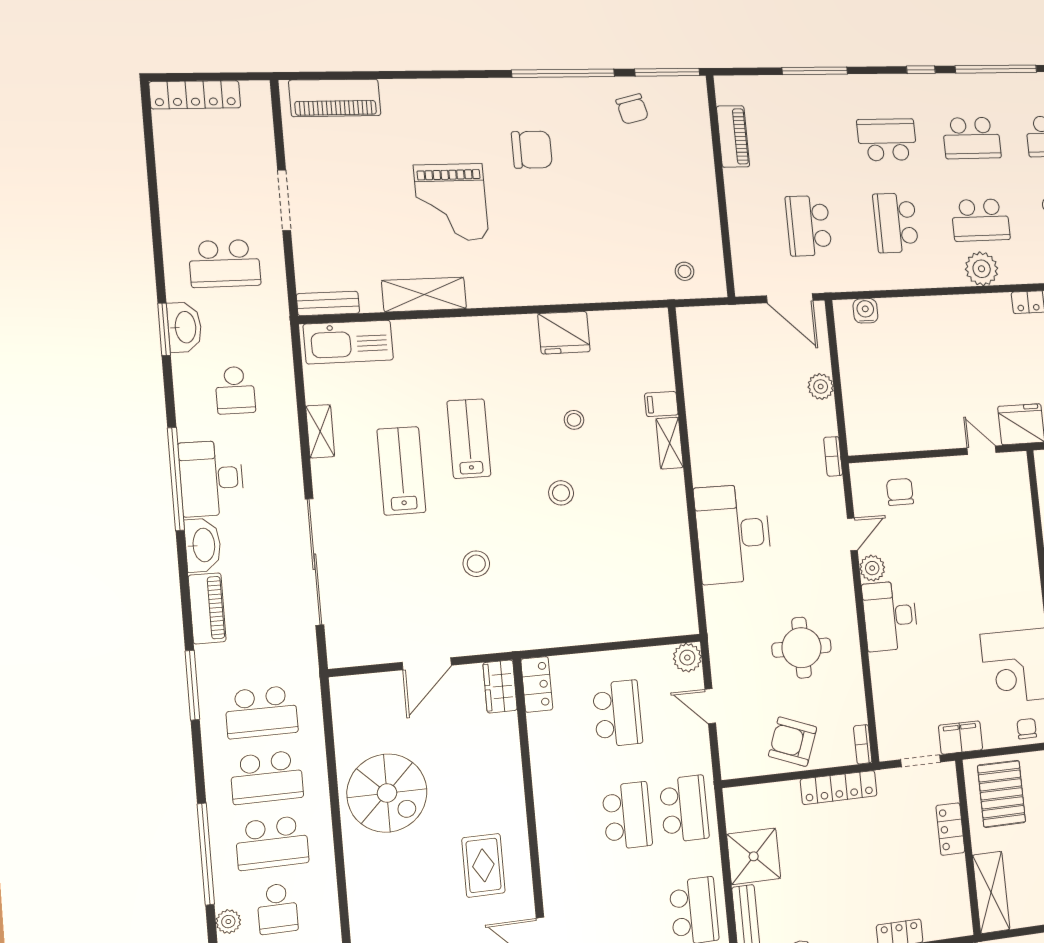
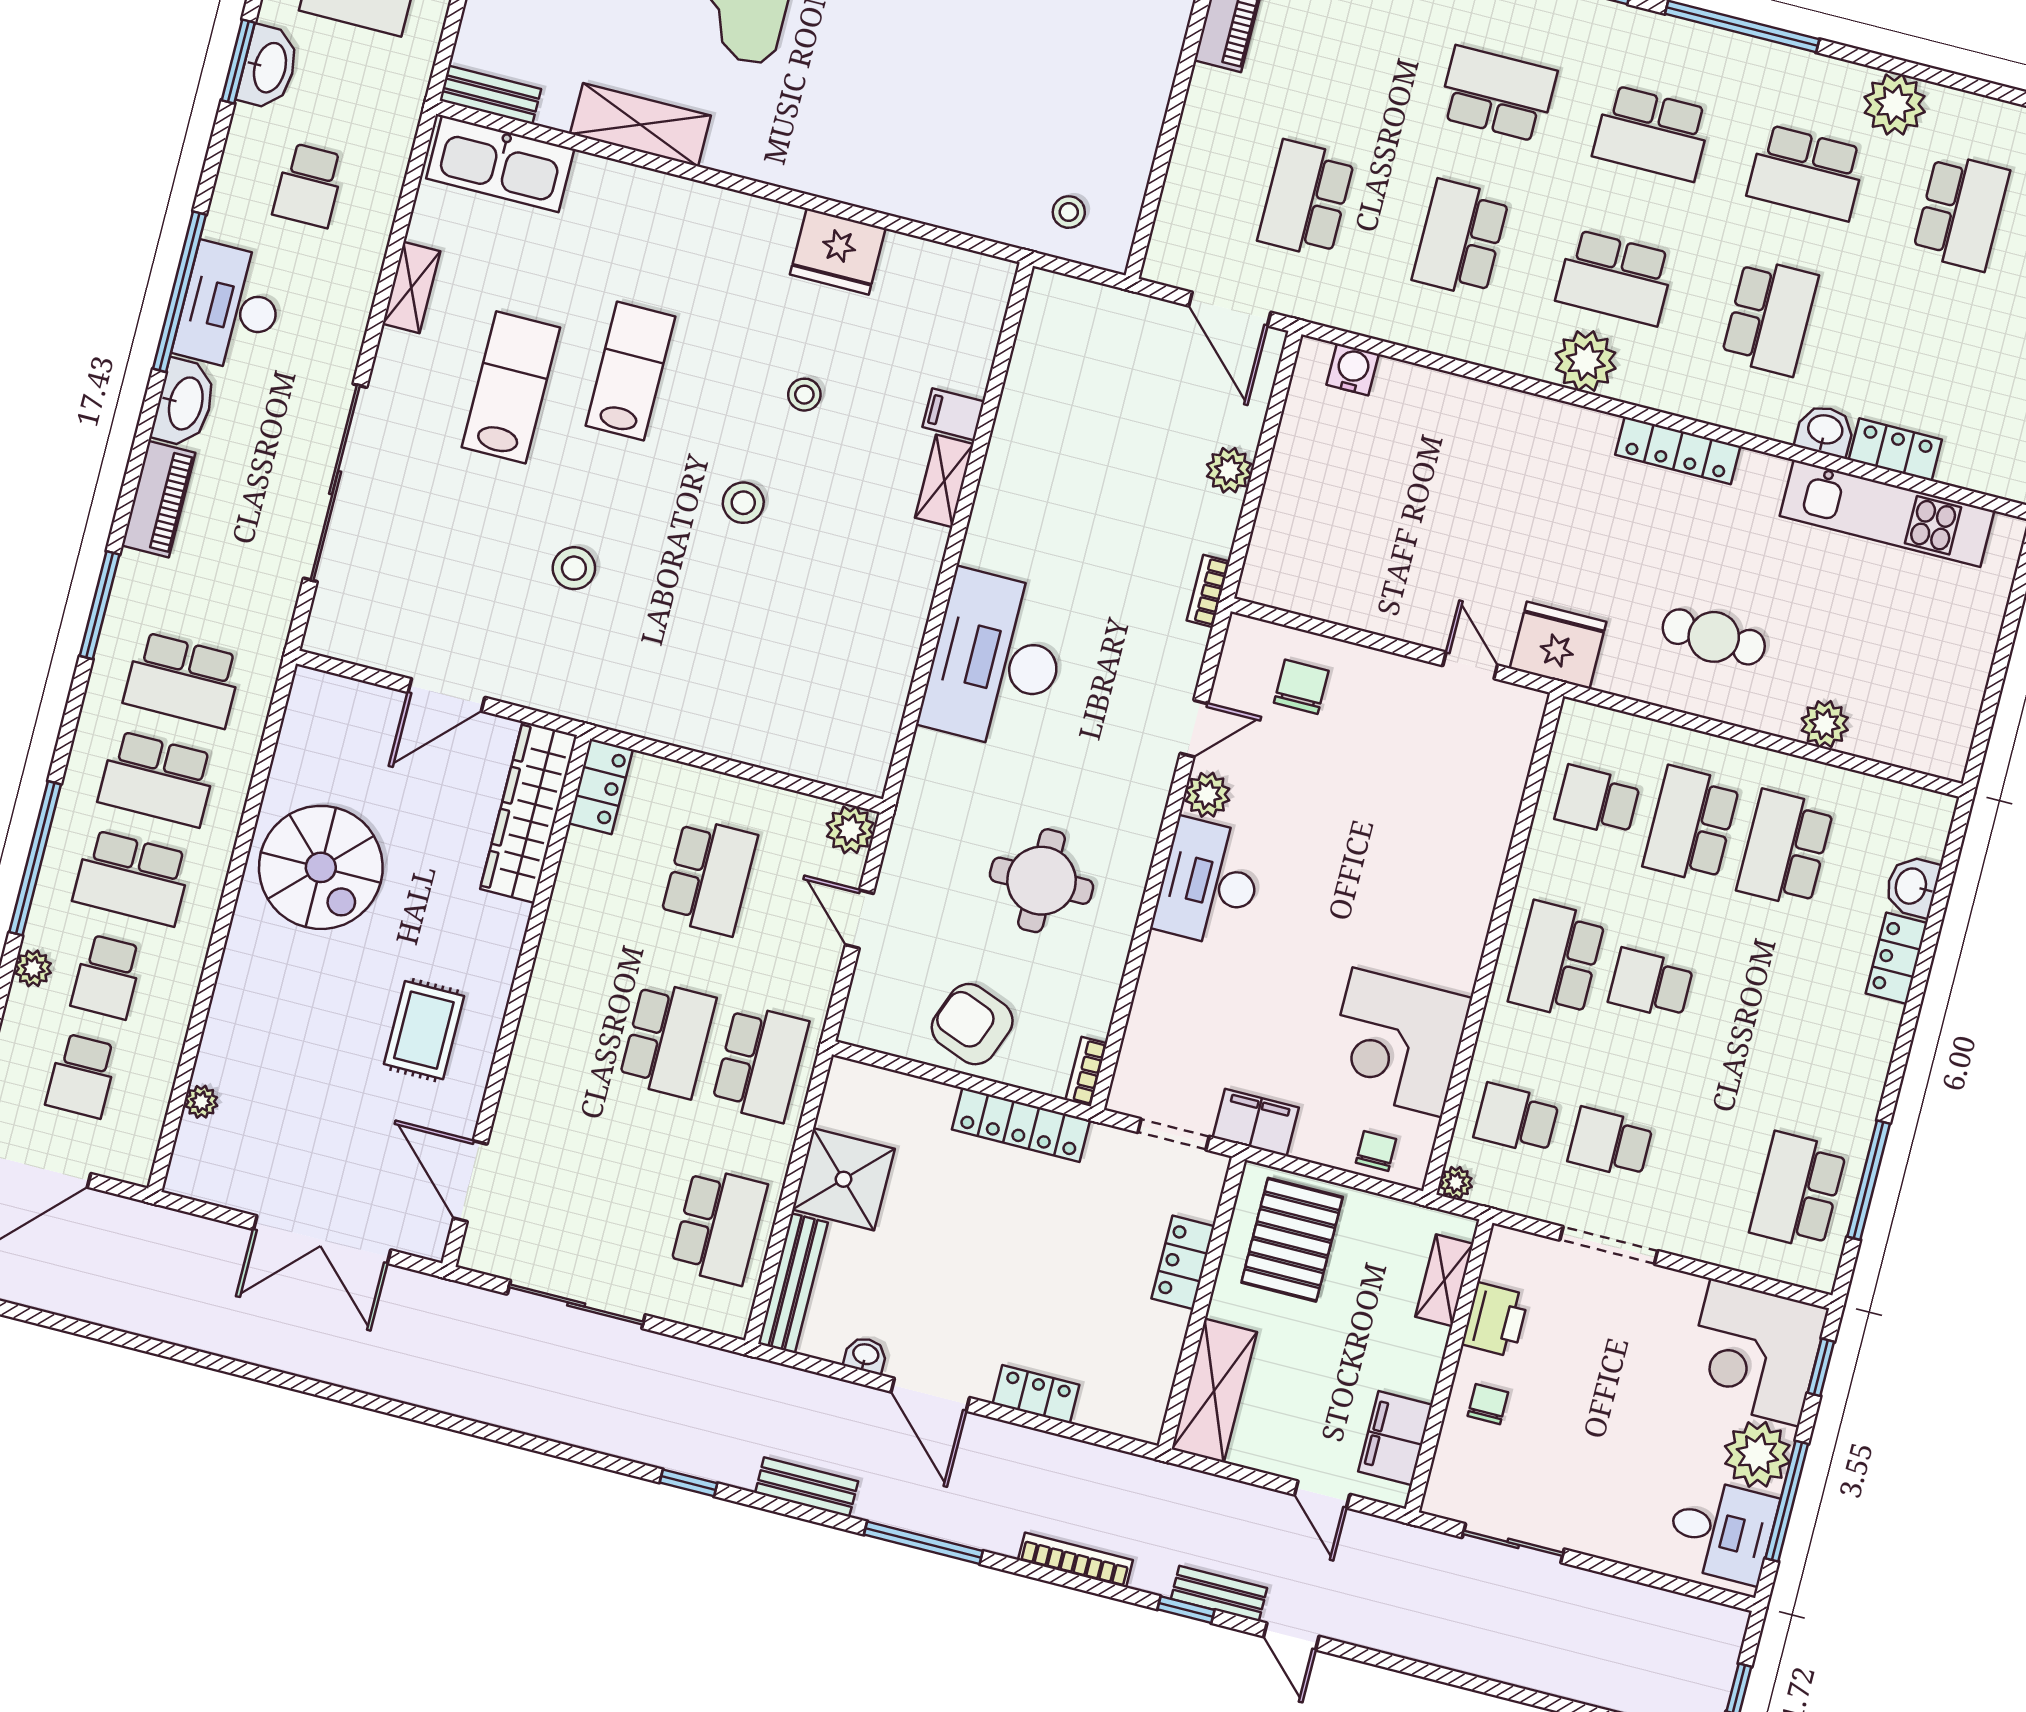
wardrobe: (500, 686) -> (529, 812), width x2.10, depth x1.17

